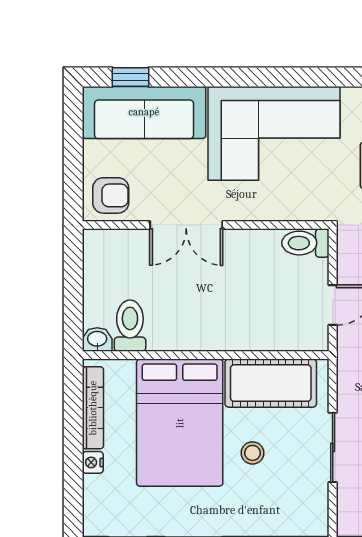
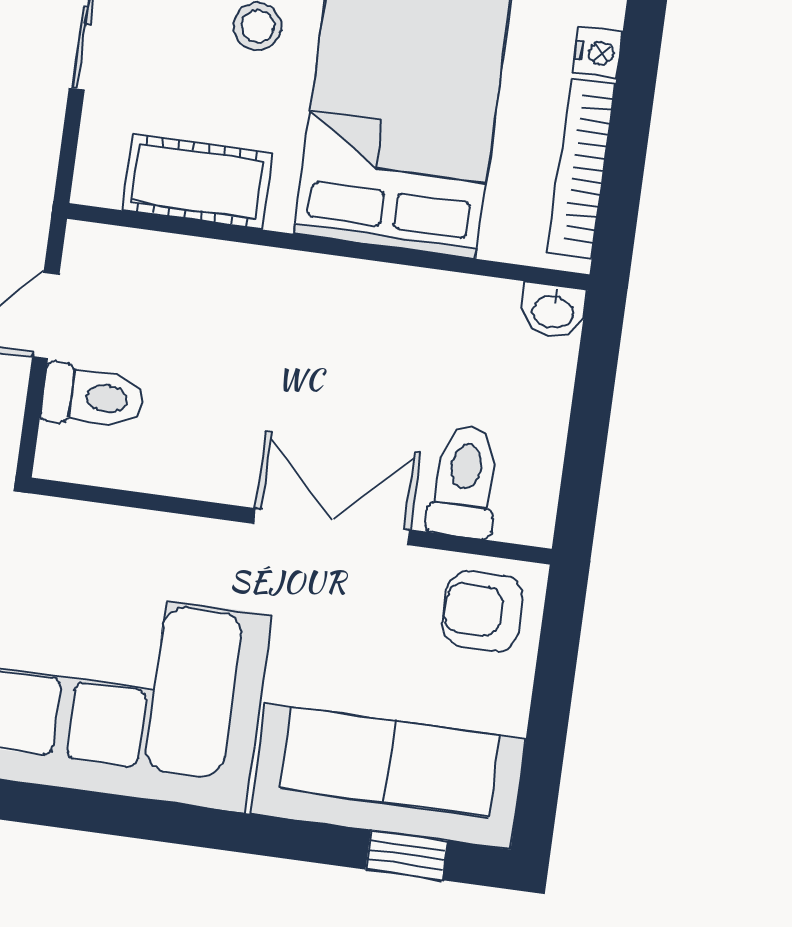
toilet: (305, 243) -> (93, 397), moved
toilet: (130, 326) -> (464, 482), moved, turned 180
cot: (271, 383) -> (197, 182), width x0.73, depth x0.75

